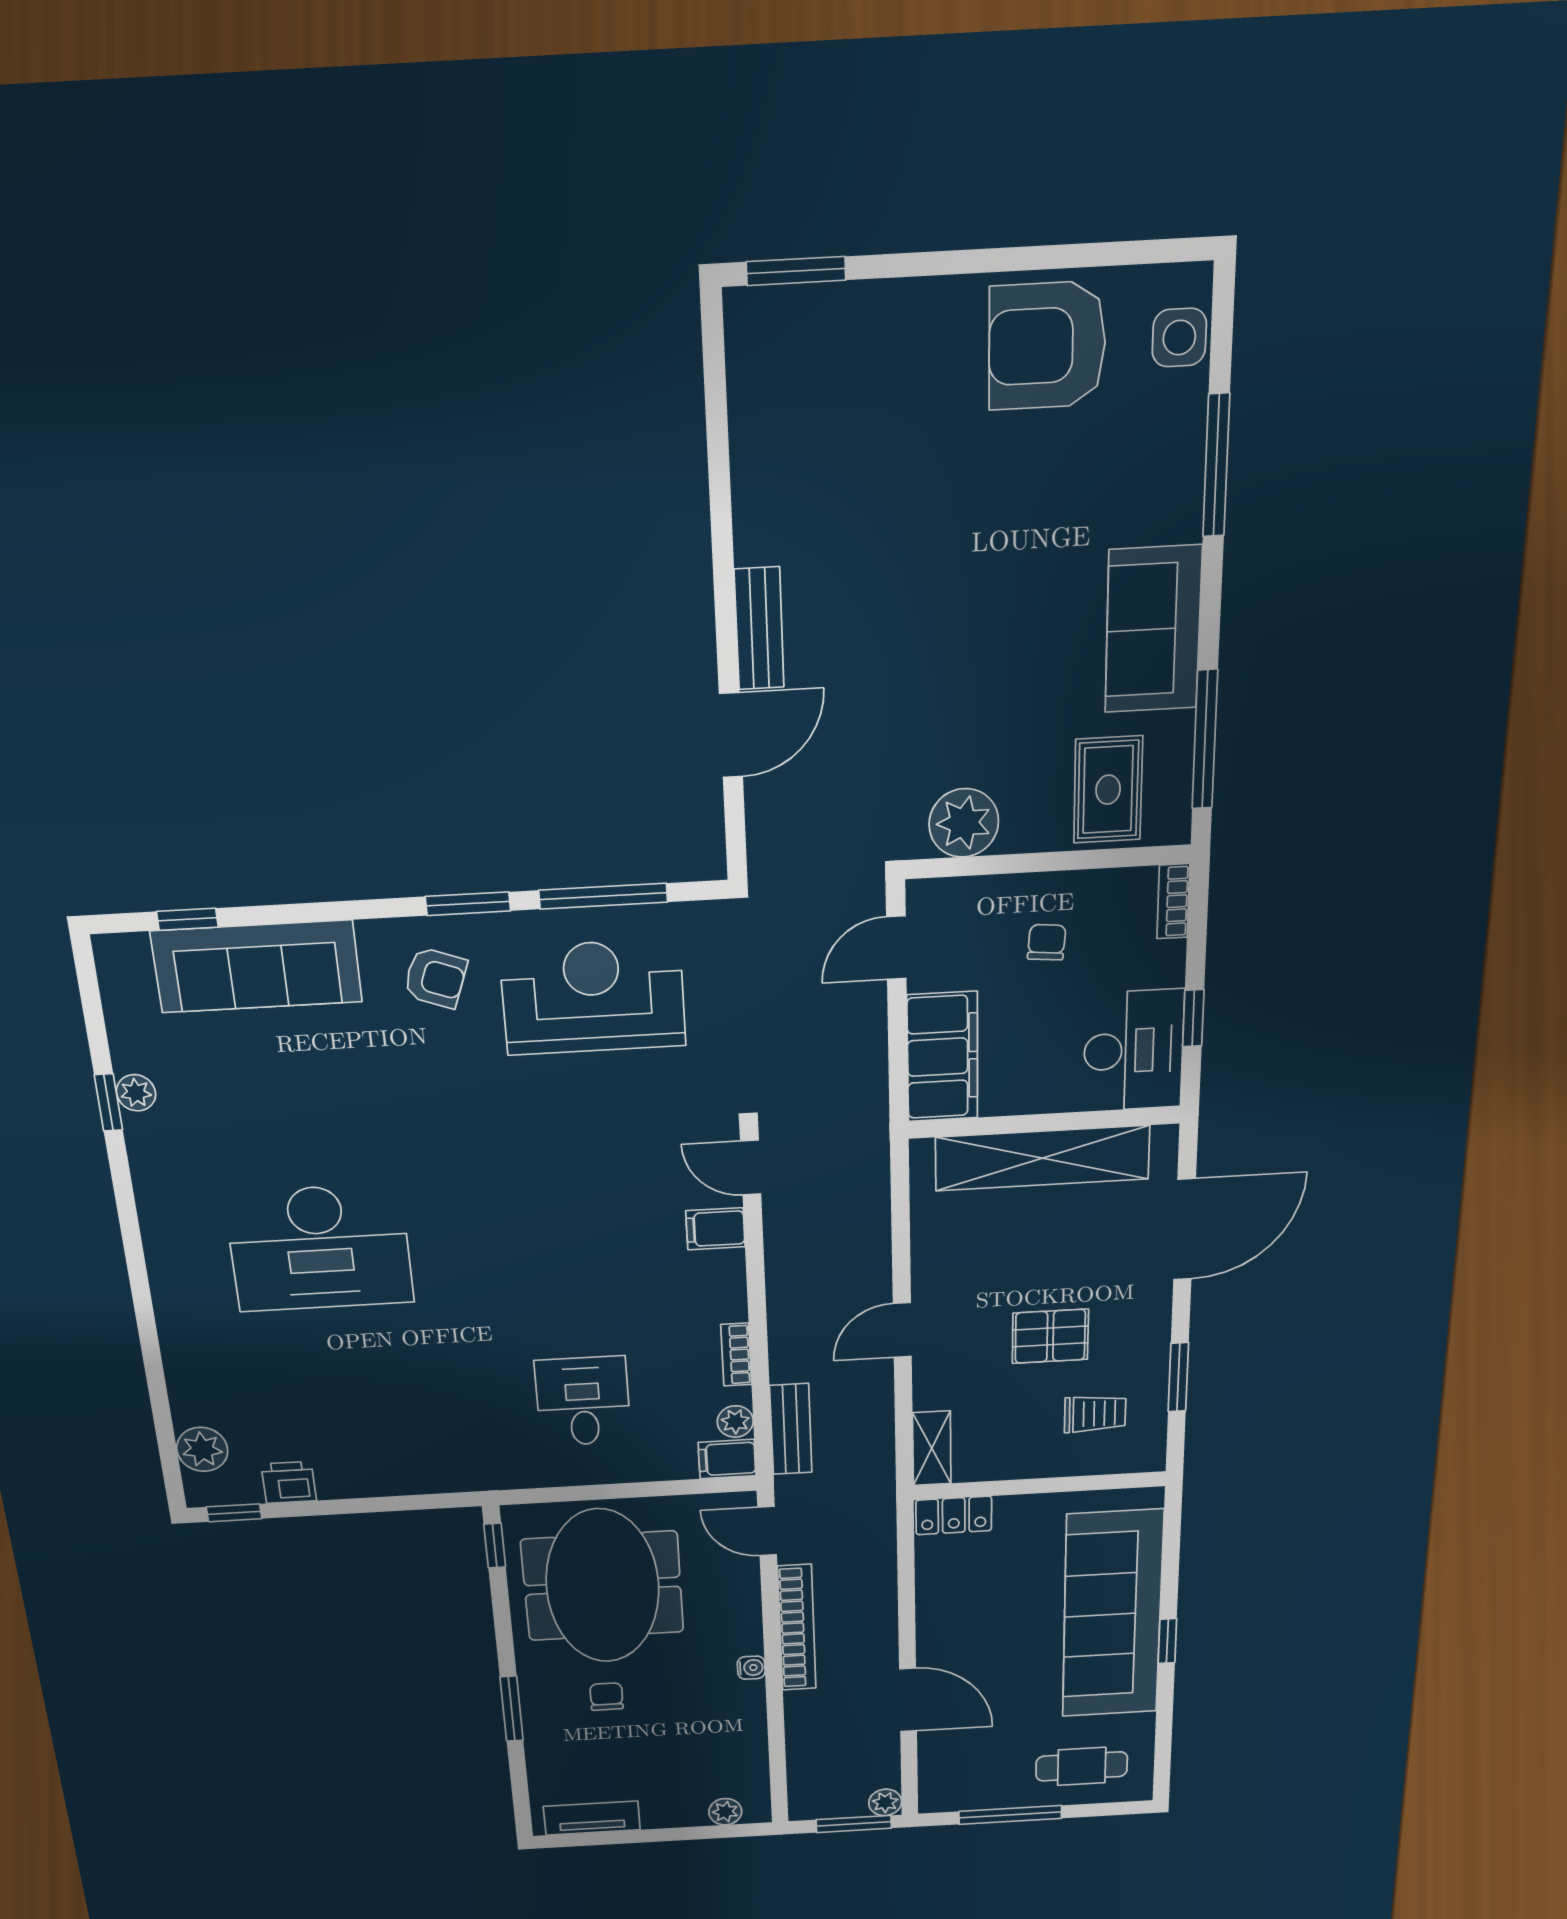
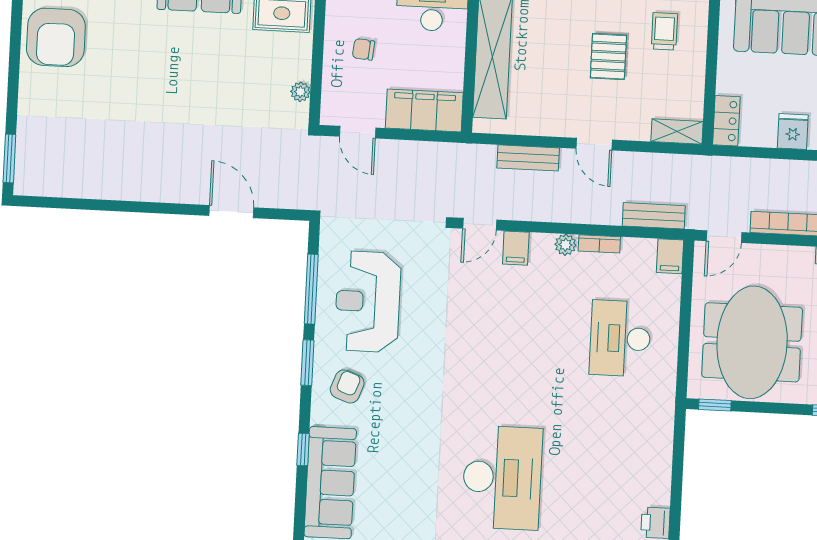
bench: (759, 628) -> (528, 158), moved
plant: (964, 823) -> (300, 92), width x0.53, depth x0.53
window: (187, 919) -> (303, 449), moved
desk: (583, 1401) -> (620, 338), width x1.37
plant: (735, 1422) -> (566, 245), moved
meeting table: (603, 1586) -> (752, 342), turned 90
fridge: (943, 1607) -> (793, 131), added

